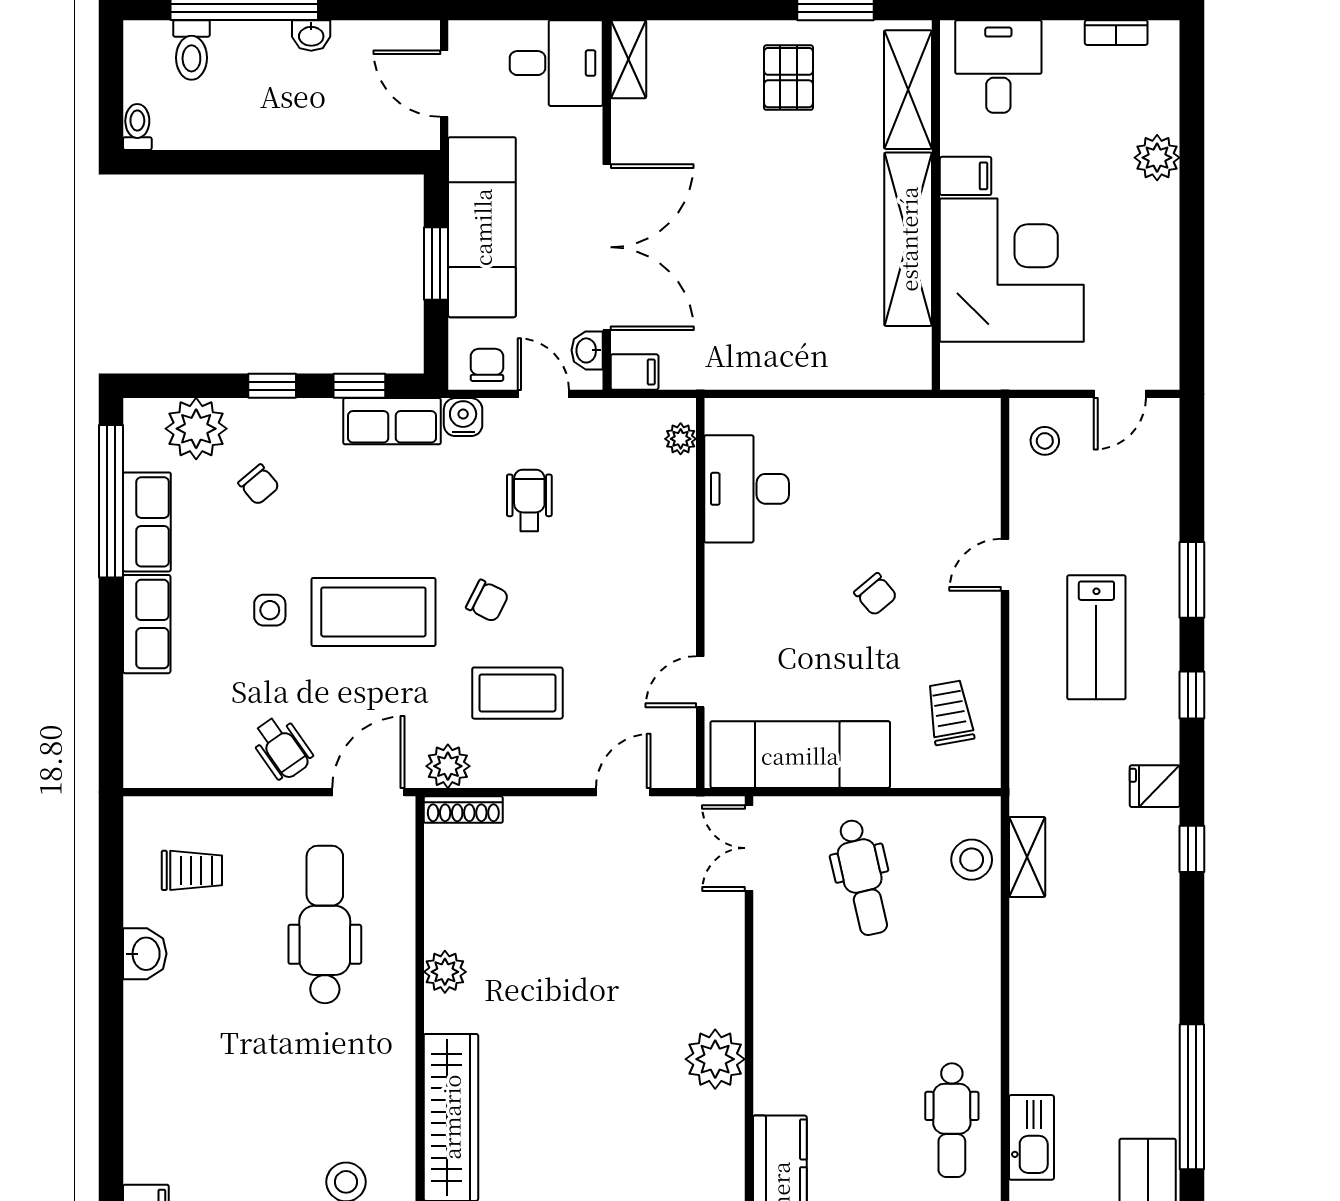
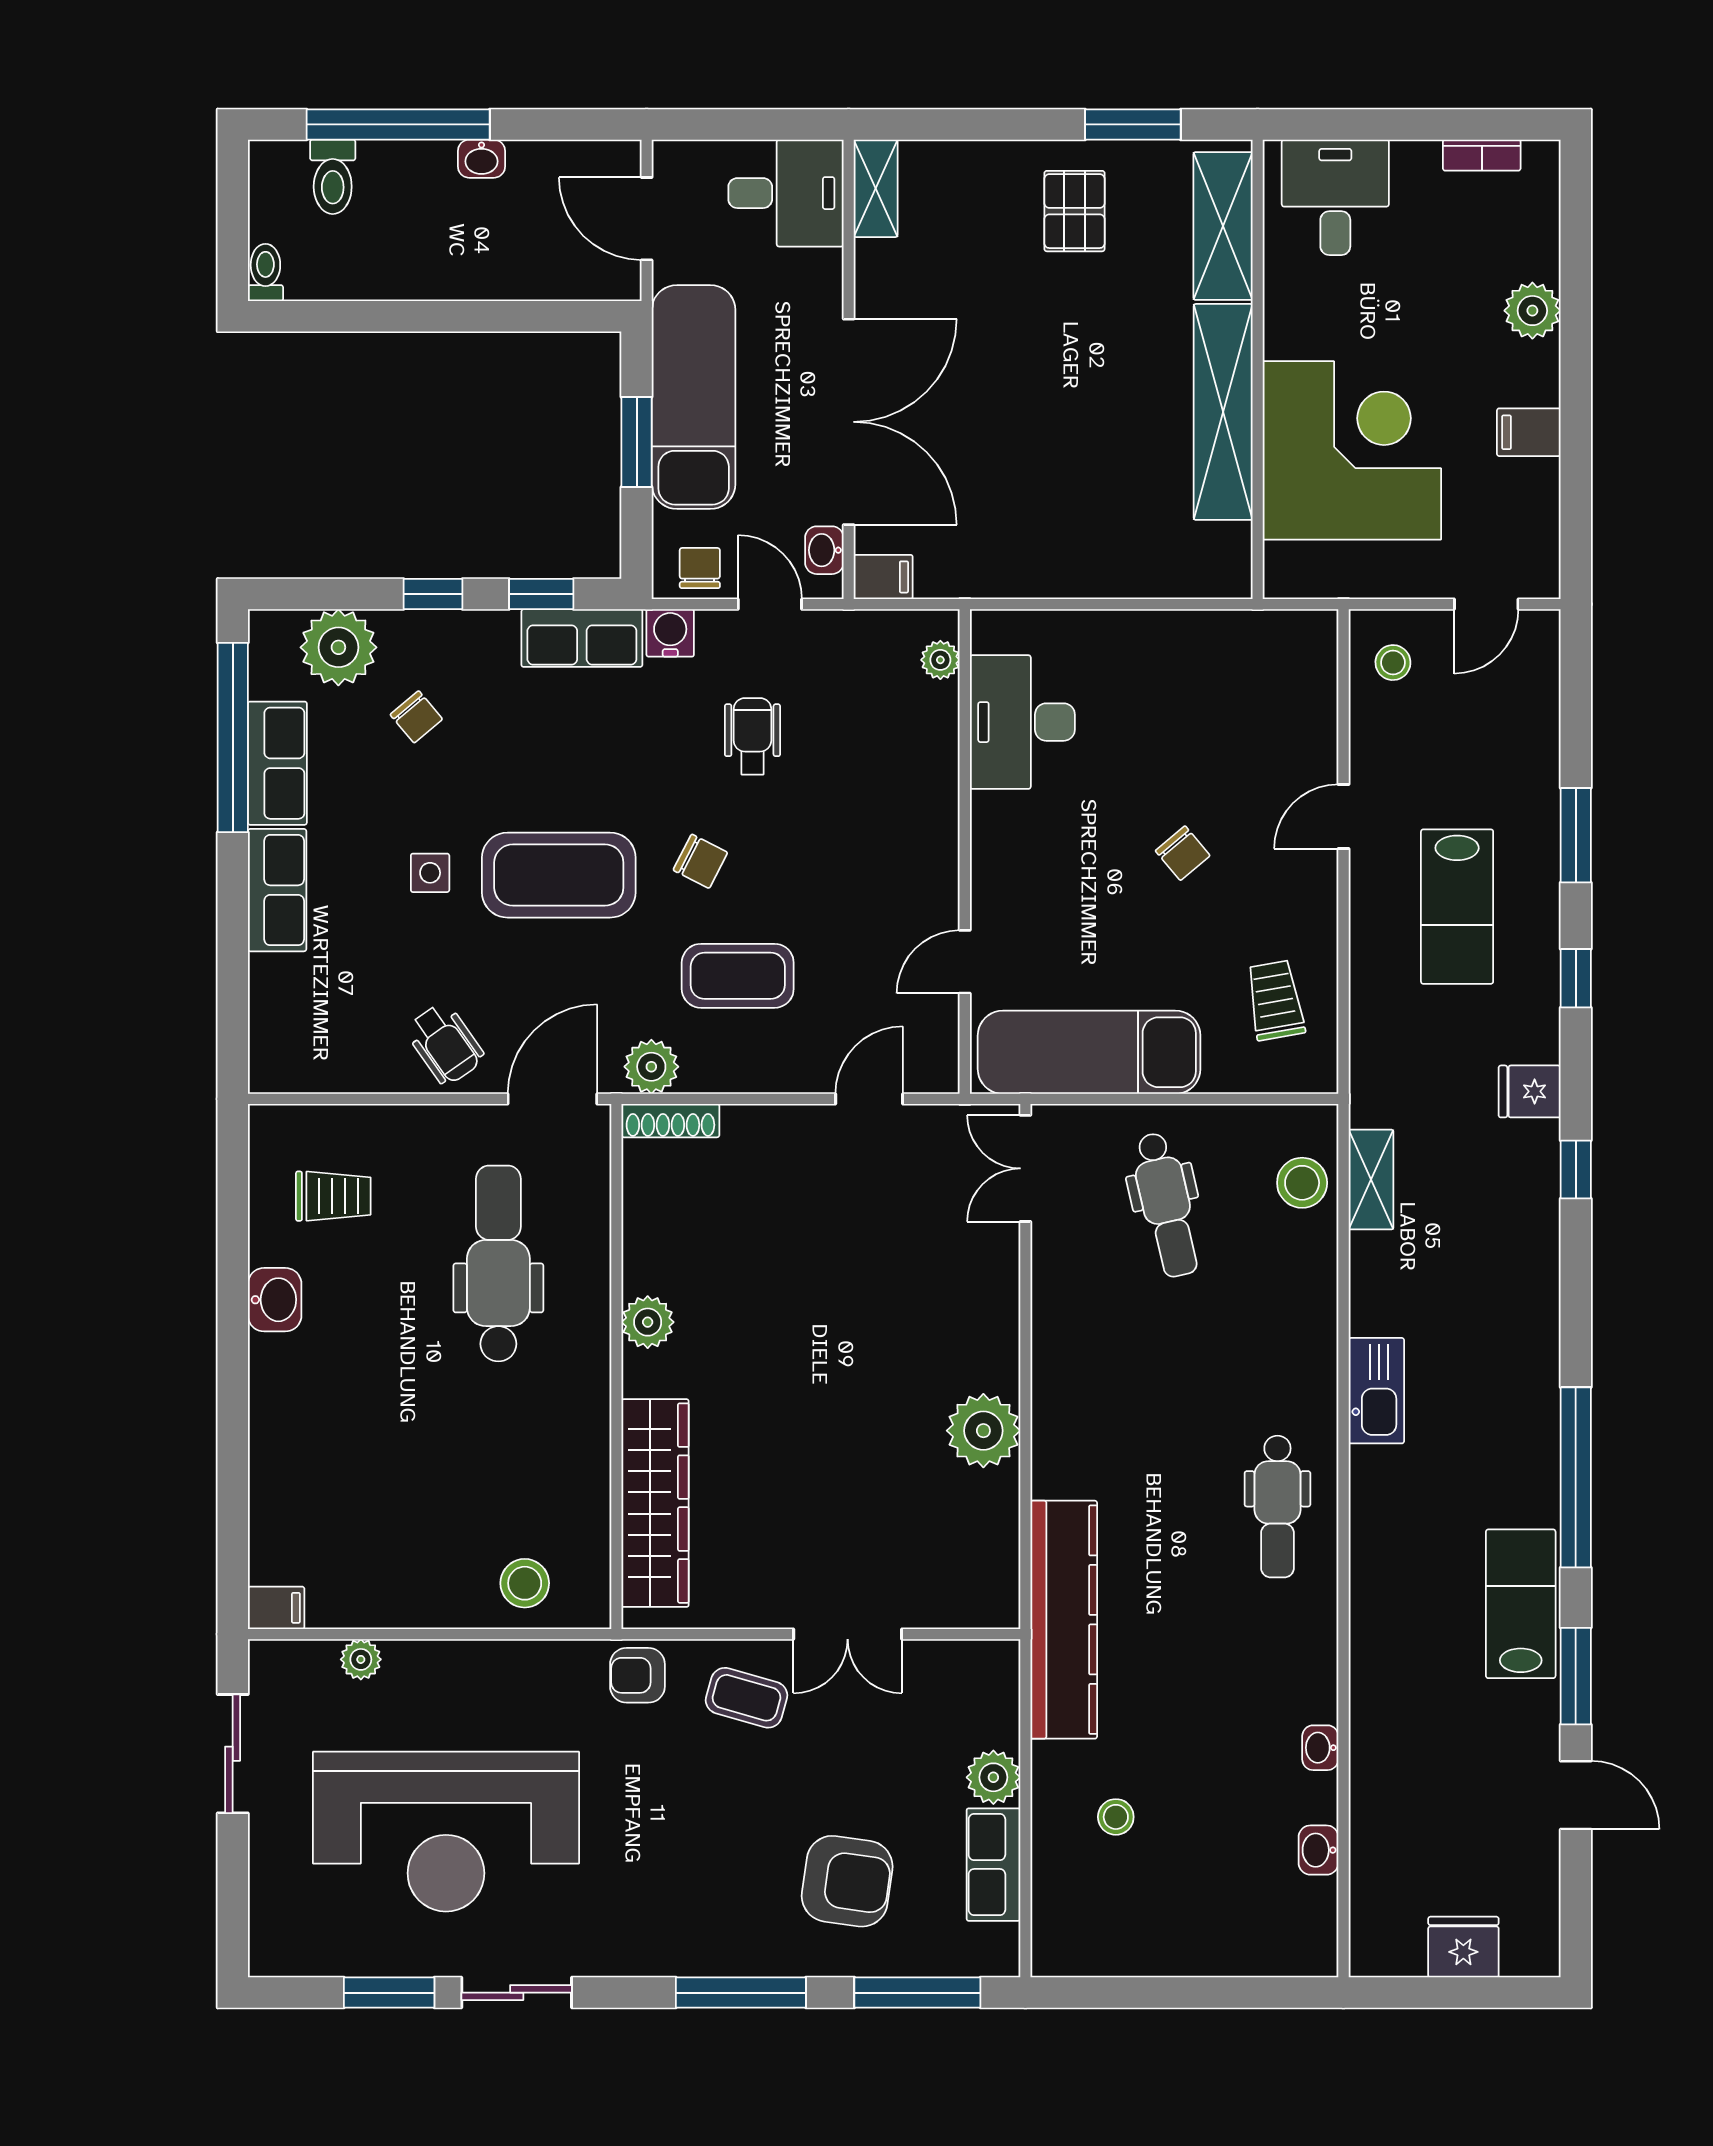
filing cabinet: (966, 176) -> (1529, 432), moved, turned 180
kitchen sink: (1031, 1137) -> (1376, 1391), moved

